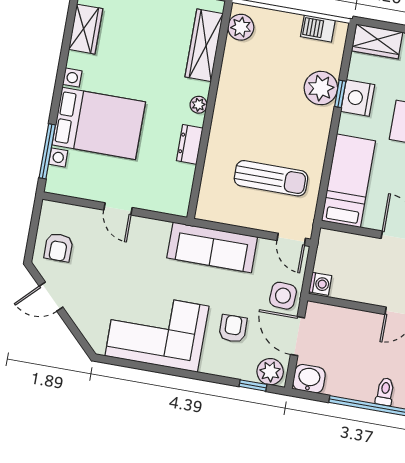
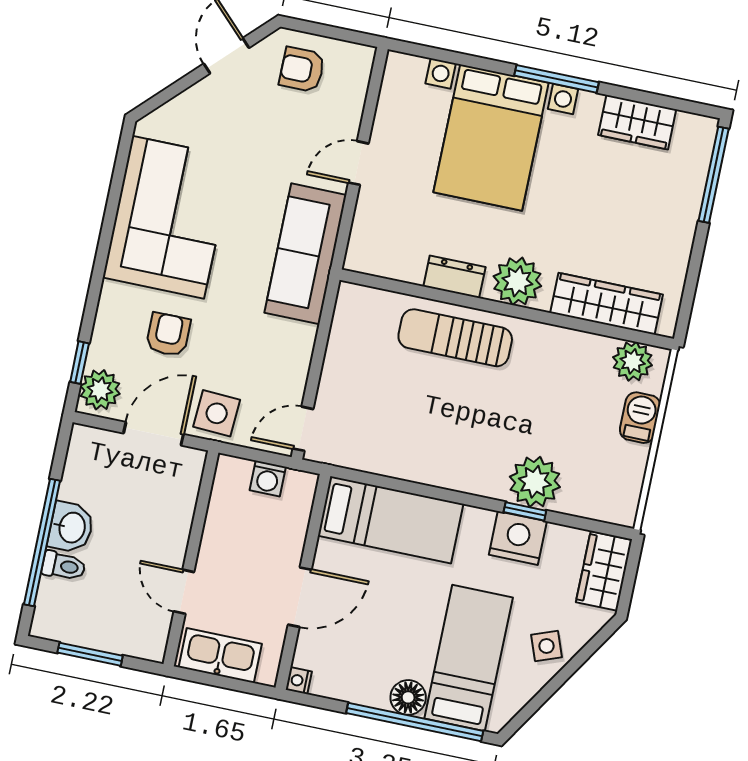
barbecue: (318, 28) -> (640, 418), moved
plant: (199, 105) -> (517, 281), width x1.87, depth x1.87
window: (47, 151) -> (557, 79), moved
sun lounger: (271, 178) -> (455, 338), moved, turned 90
sofa: (212, 247) -> (305, 254), moved
washing machine: (320, 284) -> (268, 479), moved
armchair: (233, 329) -> (168, 334), turned -89
washbasin: (309, 379) -> (71, 527), moved

